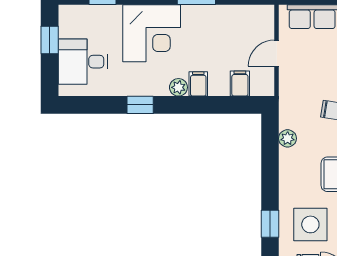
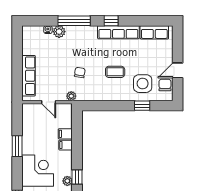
filing cabinet: (240, 83) -> (65, 134), moved
plant: (178, 87) -> (67, 181), moved
plant: (288, 138) -> (71, 96), moved

